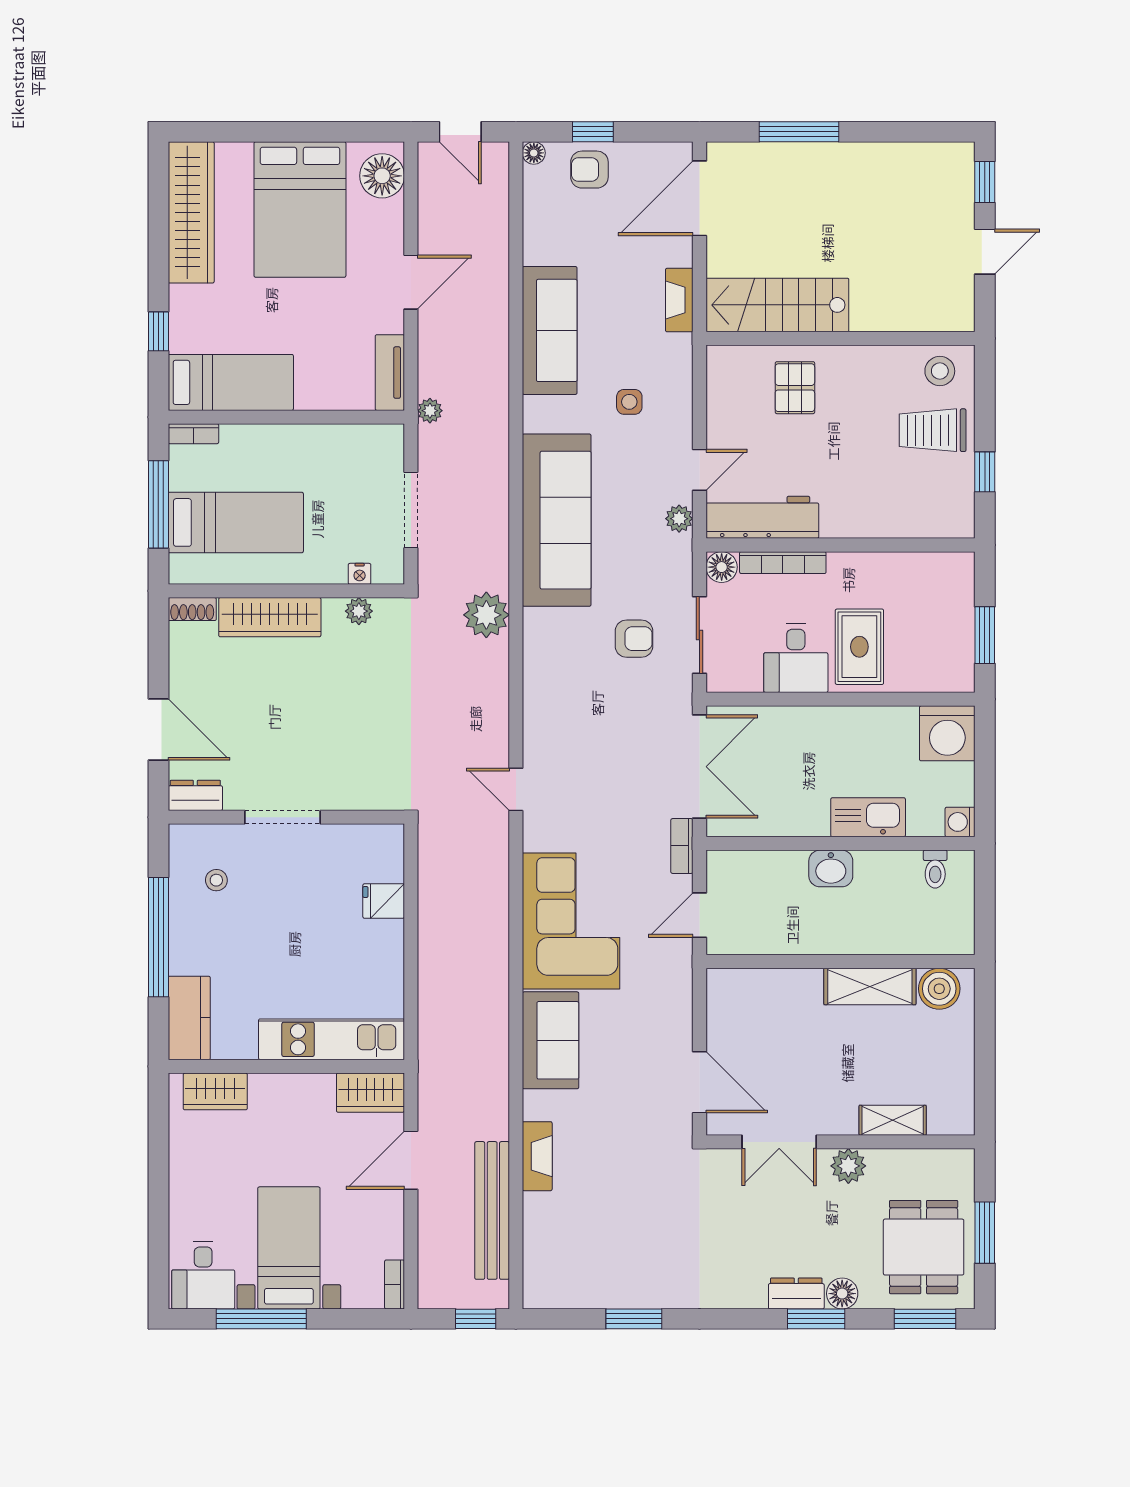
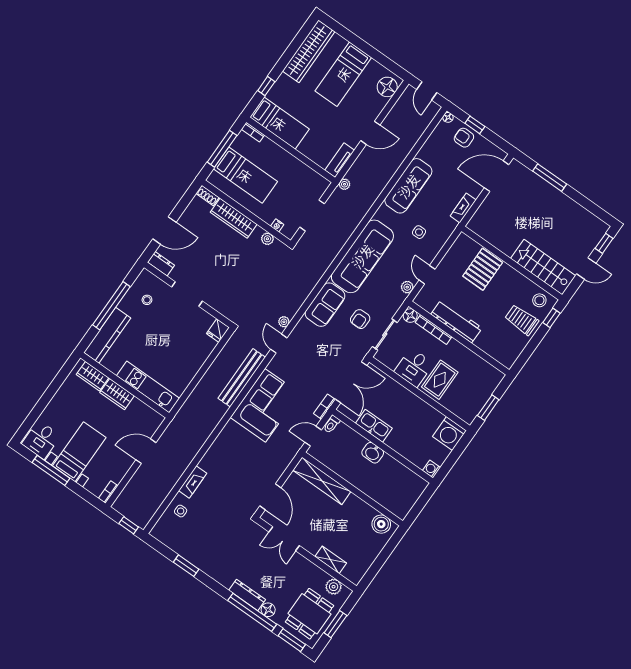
bed: (300, 210) -> (343, 74), width x0.67
stairs: (777, 305) -> (543, 267), moved
pallet: (795, 388) -> (483, 269), width x1.50, depth x1.42
door: (699, 470) -> (427, 275), swing flipped
window: (985, 472) -> (551, 318), moved
workbench: (762, 517) -> (456, 321), moved
plant: (486, 615) -> (284, 322), moved, width x0.53, depth x0.53
armchair: (634, 639) -> (360, 319), turned 90
door: (158, 730) -> (164, 230), hinge flipped
kitchen sink: (868, 817) -> (374, 426), moved
toilet: (935, 869) -> (332, 424), moved
fridge: (384, 901) -> (218, 331), moved, turned -90
shelving: (870, 986) -> (322, 481), moved, width x1.47
kitchen counter: (189, 1018) -> (107, 335), width x1.50
sofa: (551, 1040) -> (325, 305), moved
wardrobe: (370, 1093) -> (117, 394), moved
plant: (848, 1166) -> (334, 587), moved
bench: (492, 1210) -> (242, 378), moved
side table: (553, 1225) -> (181, 511), added
dresser: (796, 1293) -> (247, 595), width x1.44
window: (816, 1319) -> (252, 612), width x2.11

